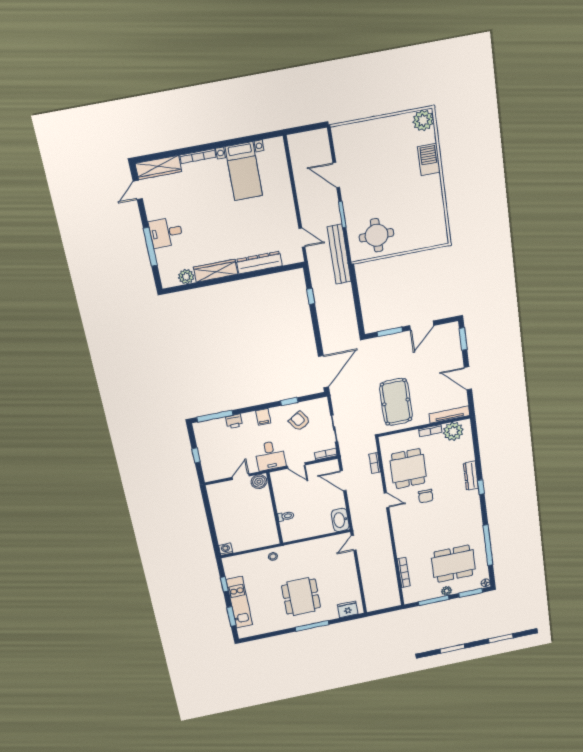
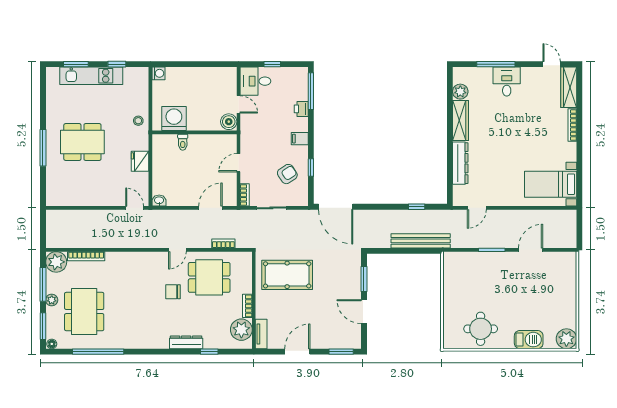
bed with nightstands: (244, 171) -> (551, 184), moved
round table: (377, 235) -> (481, 329), moved
bench: (339, 254) -> (421, 241), moved
tv unit: (449, 415) -> (261, 334), width x0.71
desk: (270, 456) -> (255, 81), moved
window: (481, 487) -> (209, 352), moved
washbasin: (340, 520) -> (159, 201), width x0.52, depth x0.69
washing machine: (265, 528) -> (174, 119), added
plant: (412, 595) -> (56, 262), added
fridge: (348, 609) -> (140, 161), moved, turned 180

